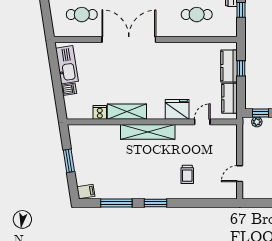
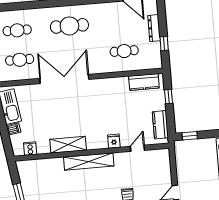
kitchen counter: (229, 66) -> (144, 82), moved, turned -90
fridge: (177, 109) -> (114, 141), width x0.53, depth x0.75
cooker: (100, 112) -> (30, 149), moved
plant: (257, 122) -> (187, 144), removed

